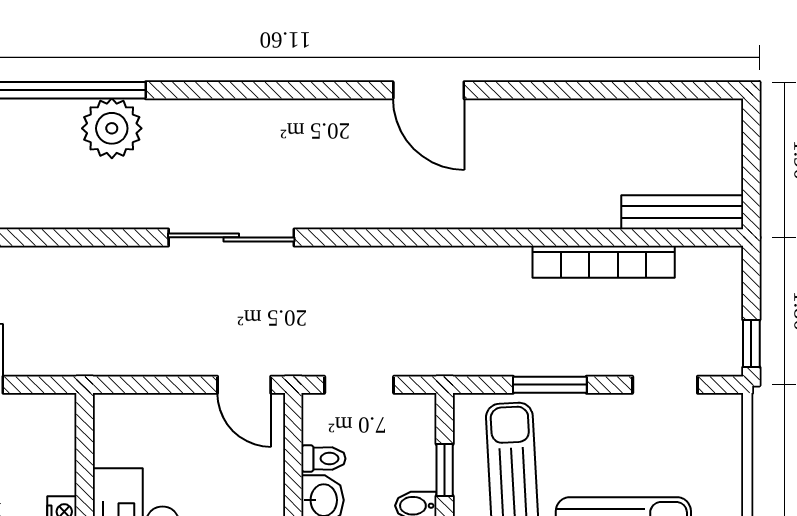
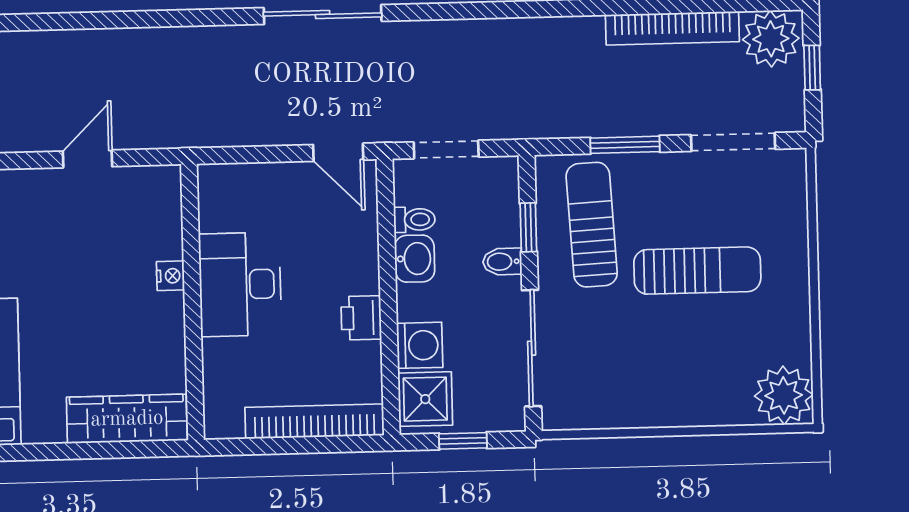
plant: (708, 276) -> (771, 39), added
window: (751, 343) -> (812, 68), moved
doorway: (665, 385) -> (733, 142), width x1.38

